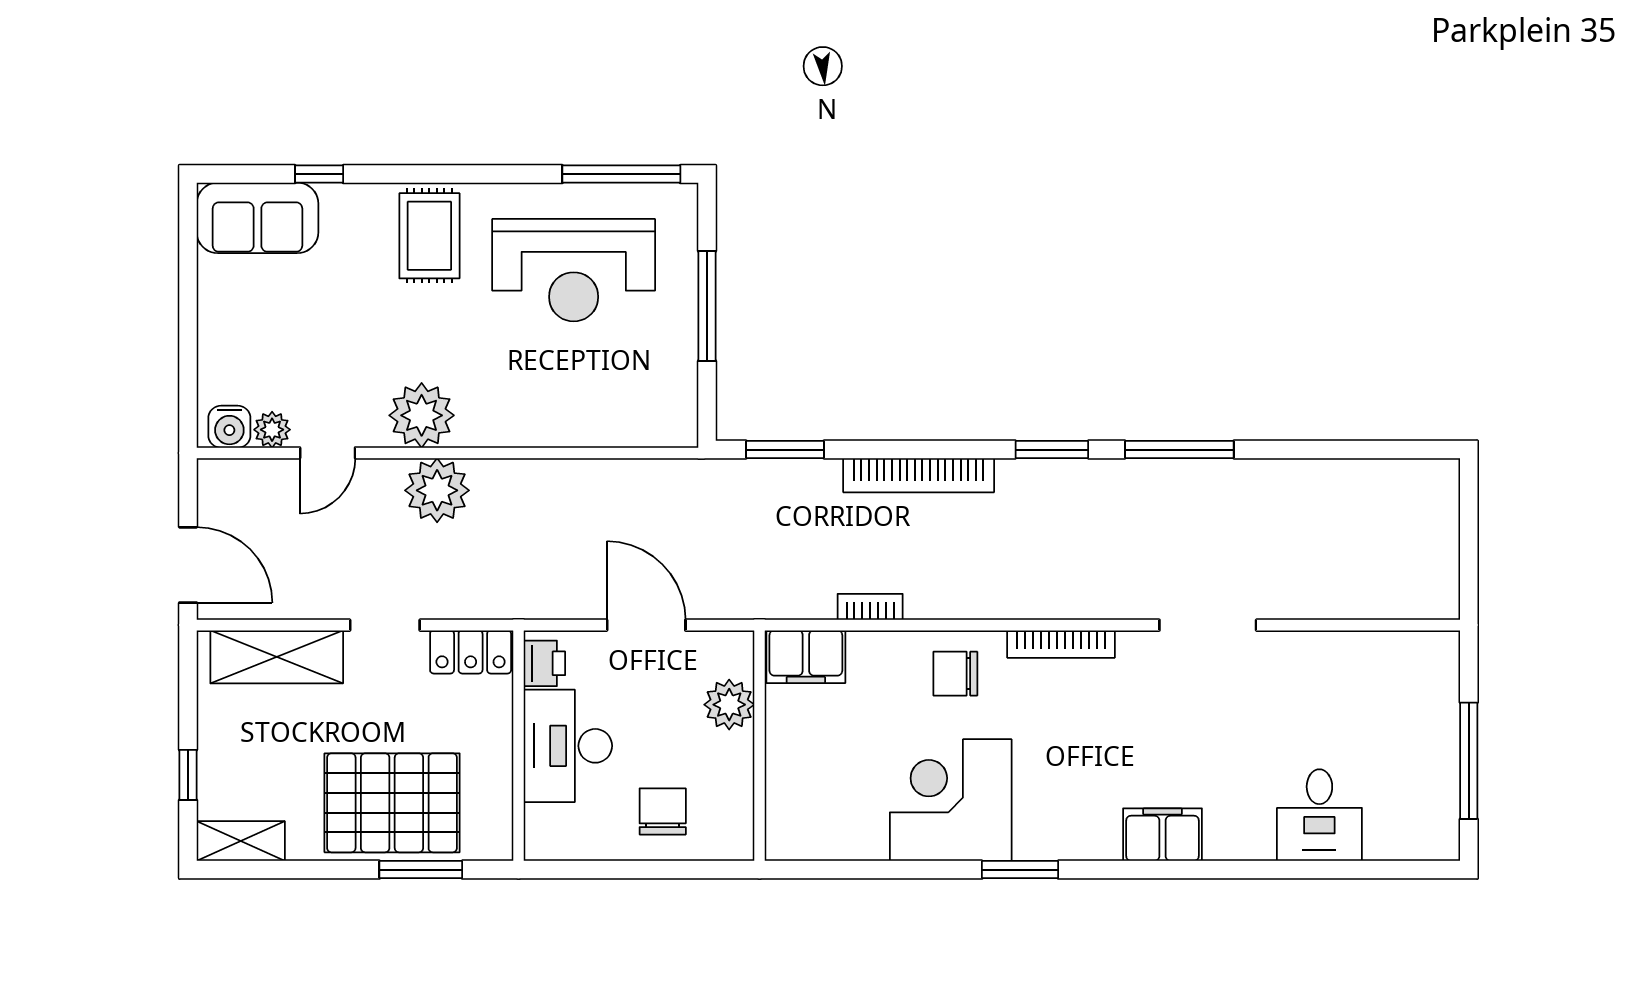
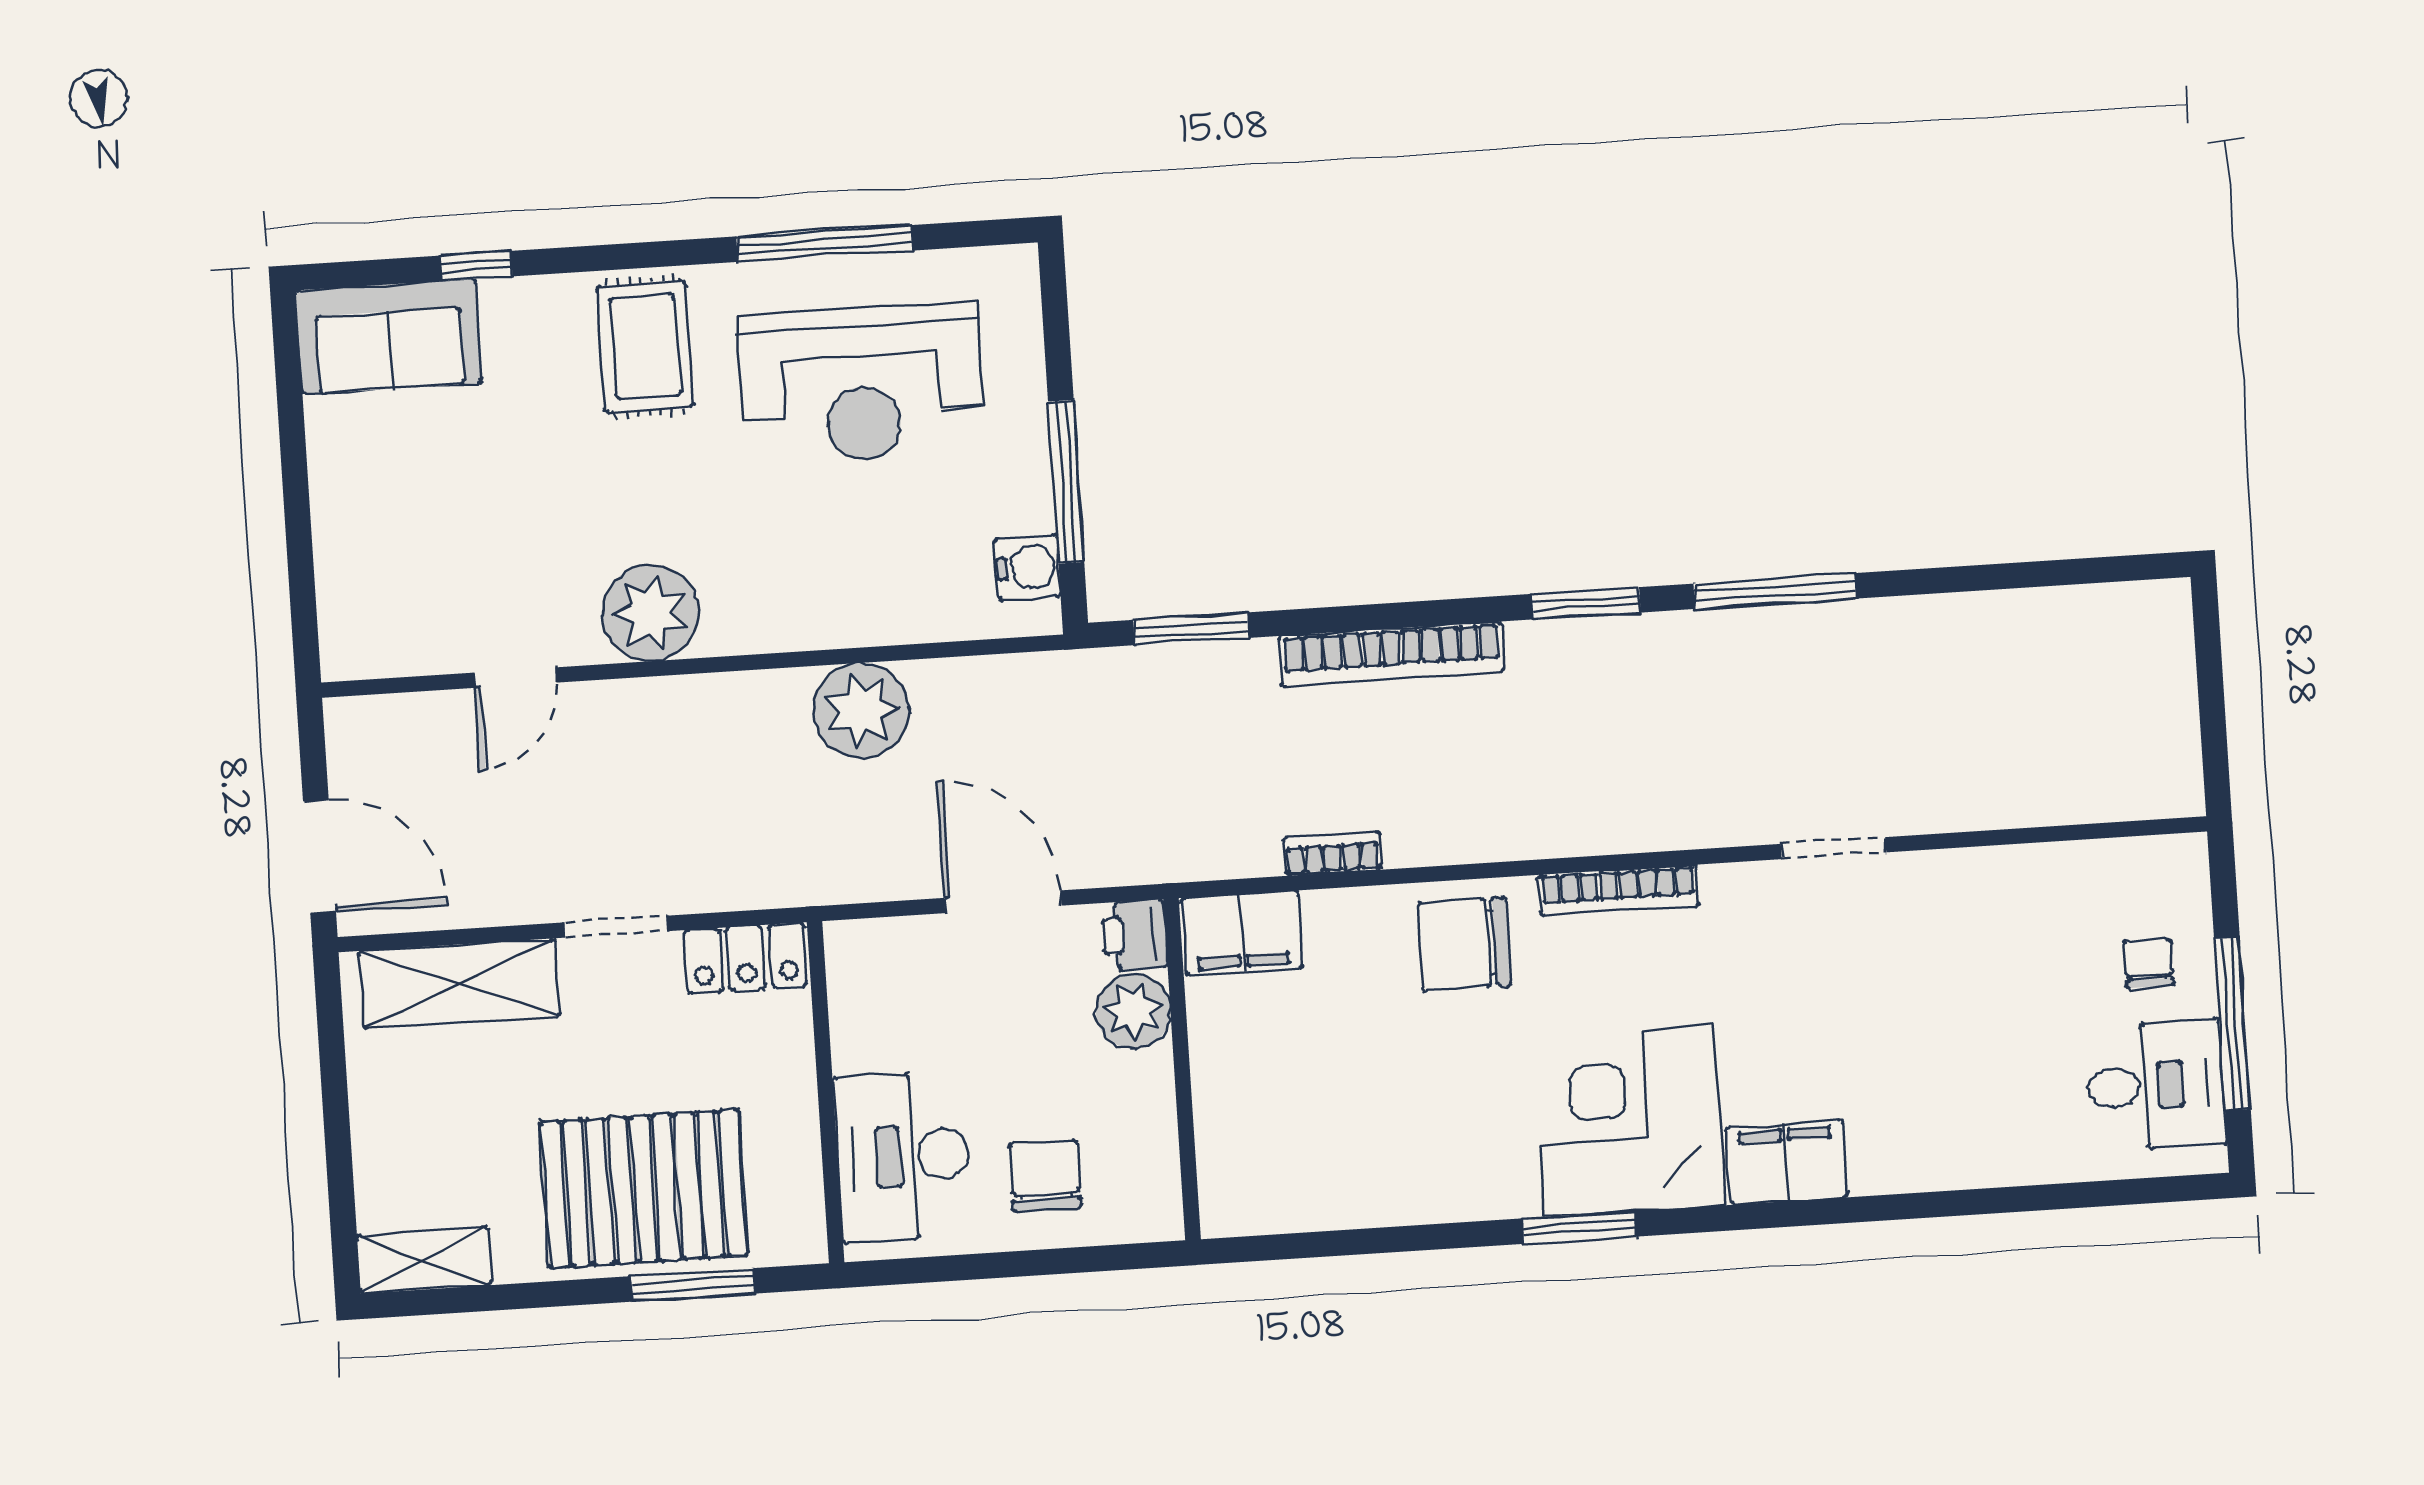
window: (621, 174) -> (825, 243), moved
window: (707, 306) -> (1066, 482), moved
water cooler: (229, 427) -> (1028, 567), moved, turned -90
plant: (272, 430) -> (431, 648), removed
plant: (437, 490) -> (861, 711), moved
doorway: (1208, 625) -> (1833, 848), width x0.73
printer: (544, 663) -> (1135, 935), moved, turned 180
chair: (955, 674) -> (1465, 944), width x1.37, depth x1.37
chair: (1415, 716) -> (2149, 963), added
desk: (568, 746) -> (903, 1156), moved
window: (188, 775) -> (340, 1167), removed
corner desk: (951, 800) -> (1630, 1121), moved
desk: (1319, 815) -> (2156, 1085), moved, turned -90

